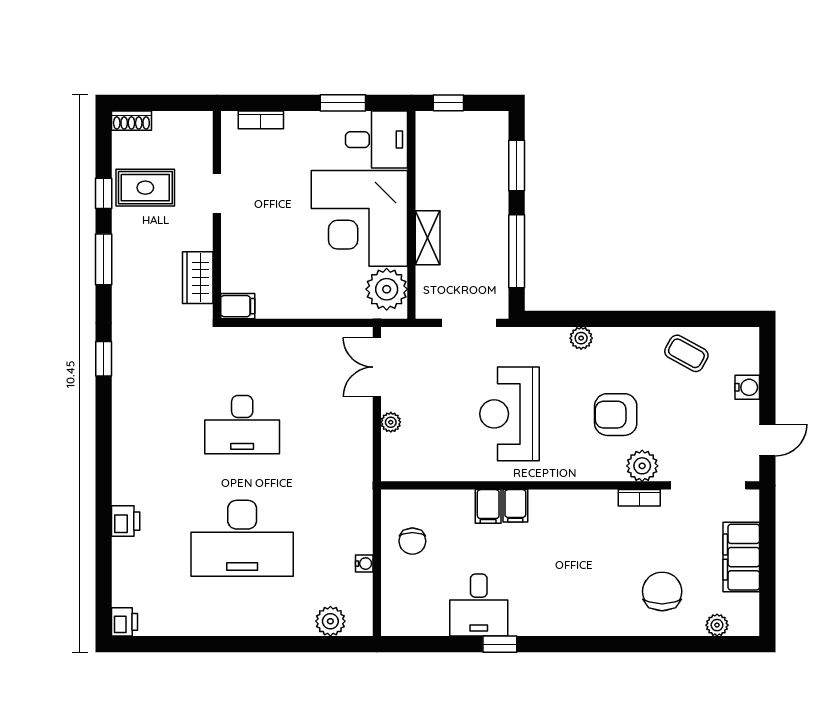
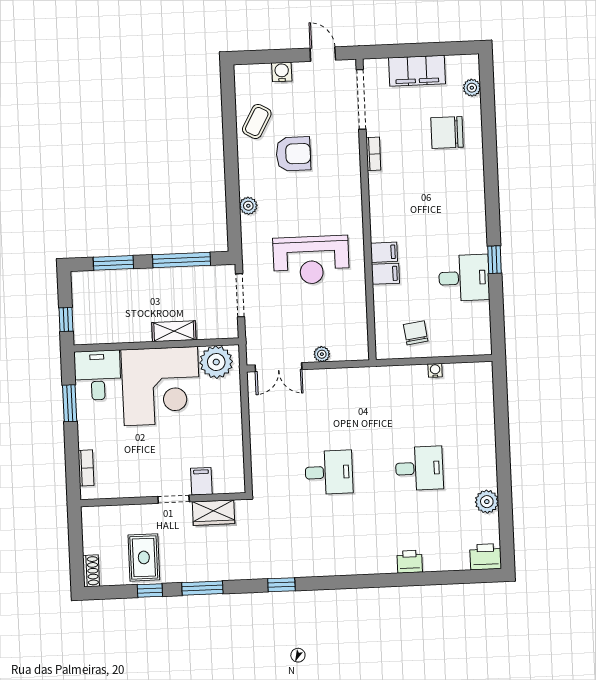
doorway: (217, 194) -> (174, 499), moved
filing cabinet: (238, 306) -> (201, 481), moved
armchair: (616, 415) -> (293, 154), moved, turned -90
desk: (242, 425) -> (329, 472), width x0.73
plant: (642, 466) -> (348, 153), removed
desk: (242, 538) -> (419, 468), width x0.53, depth x0.77
chair: (412, 541) -> (416, 333), turned -98
plant: (330, 621) -> (487, 502), moved
printer: (124, 622) -> (486, 557), width x1.36, depth x1.24

